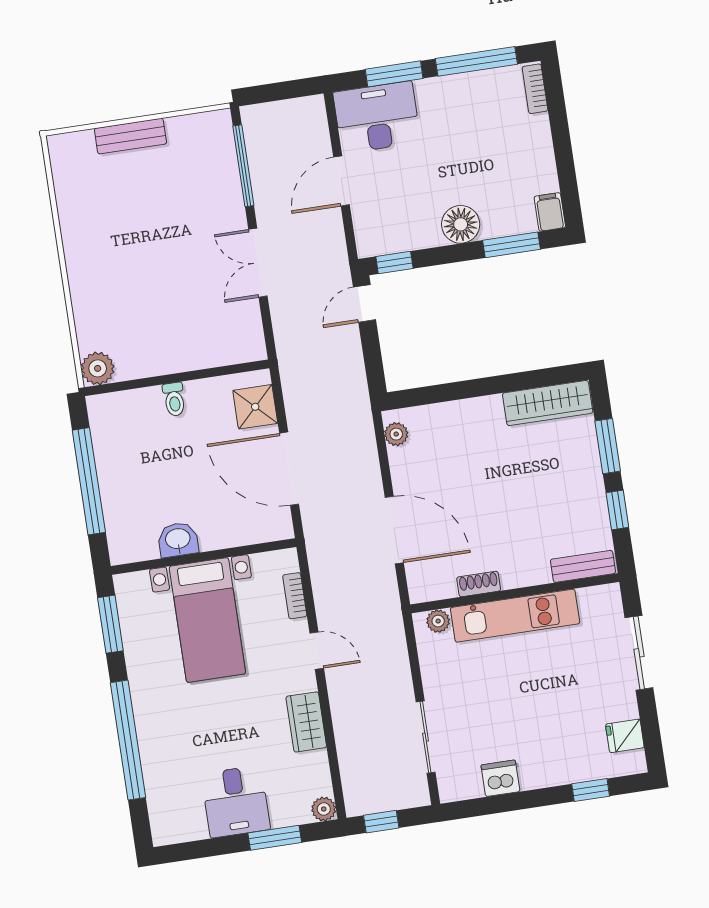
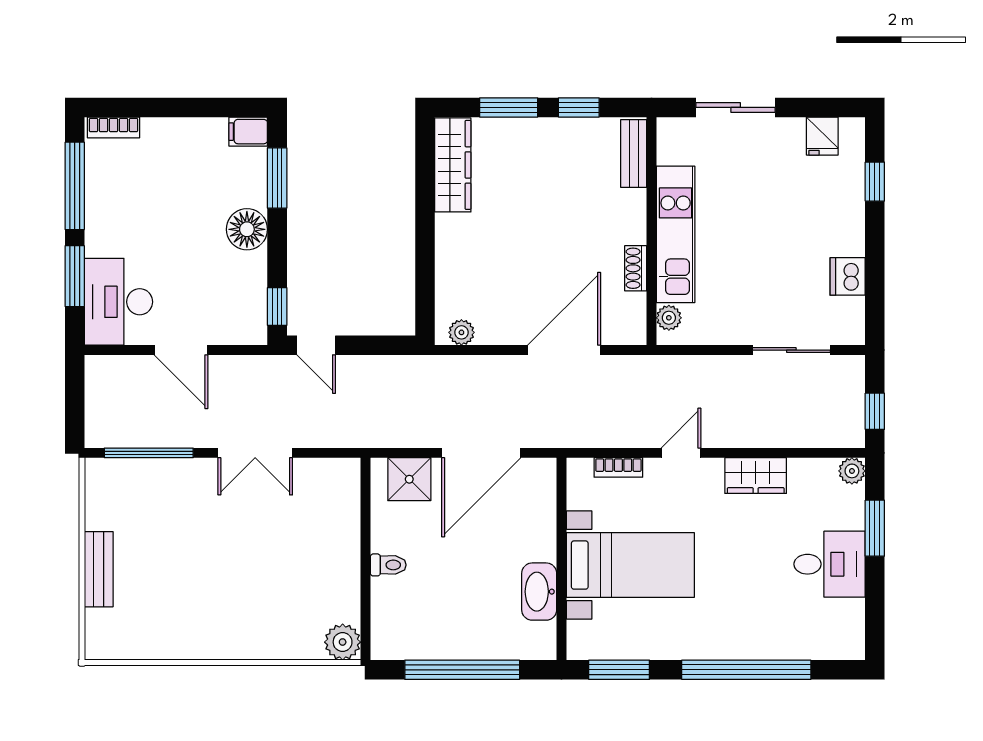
washbasin: (178, 540) -> (539, 592), width x1.38

